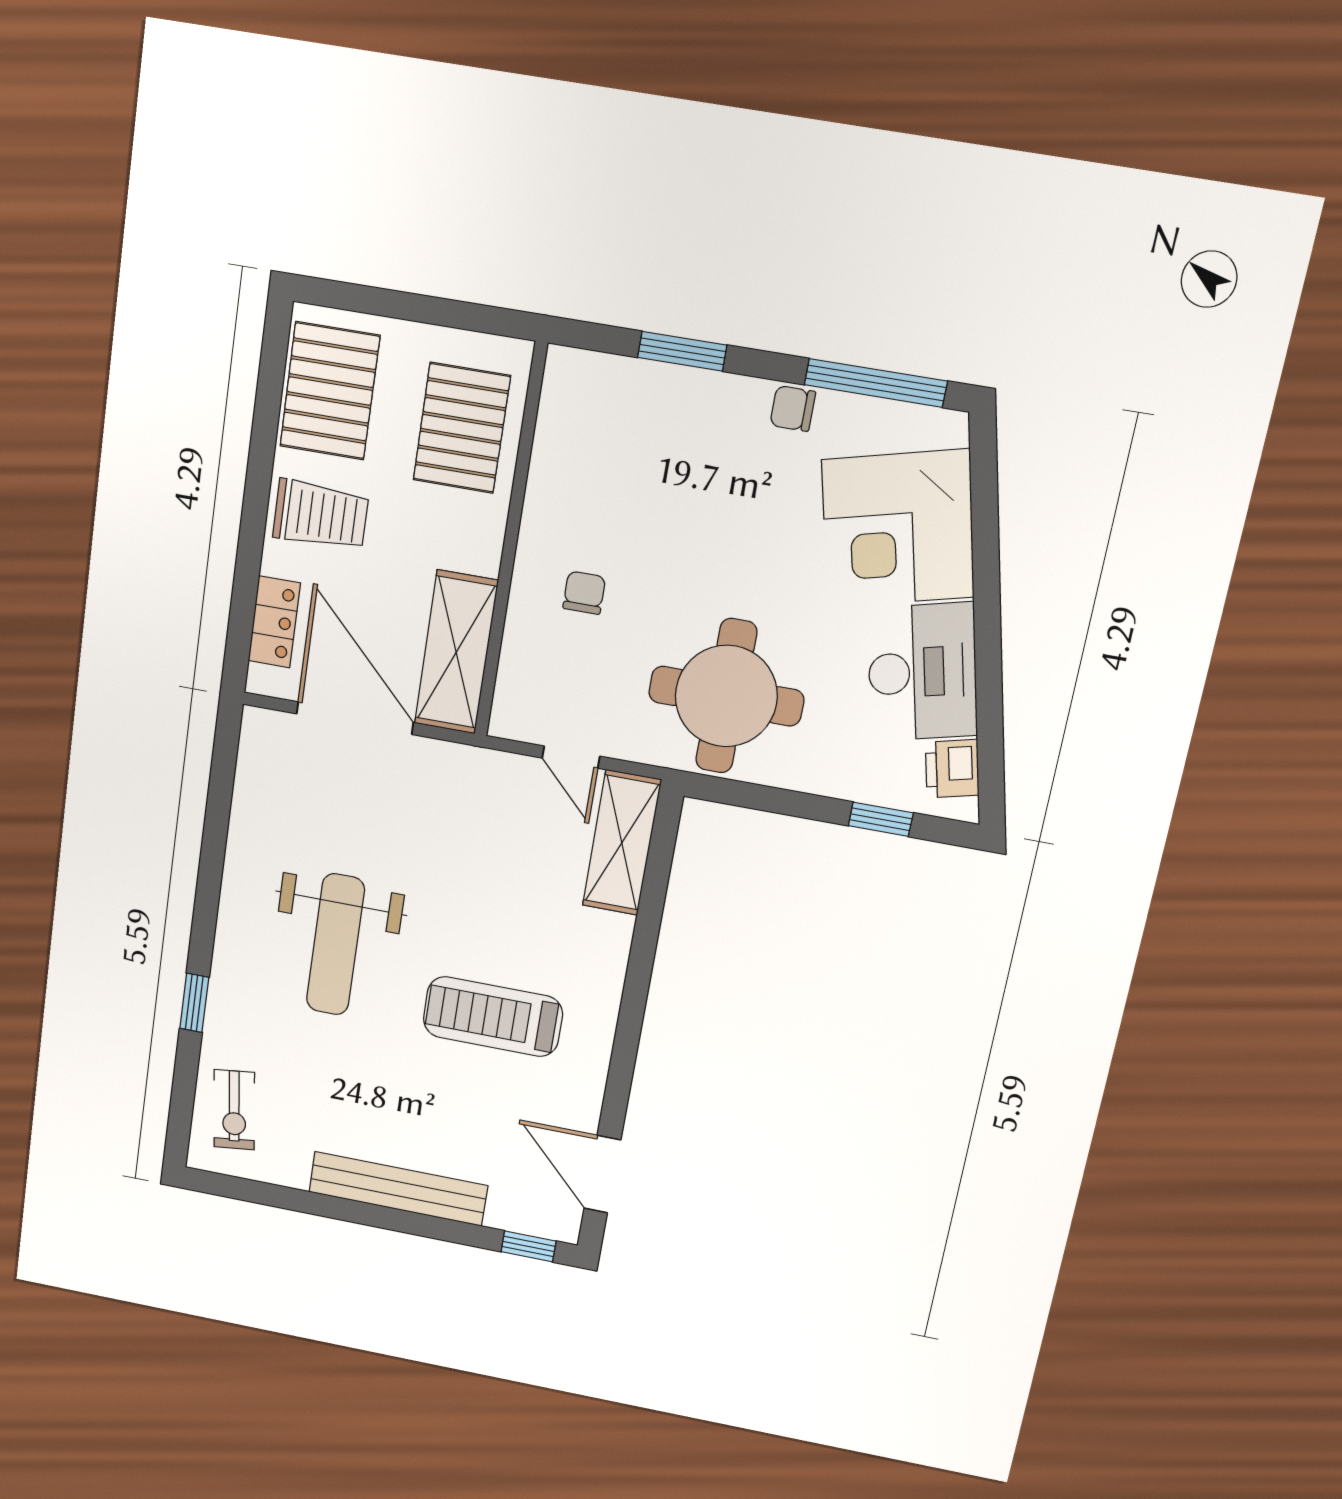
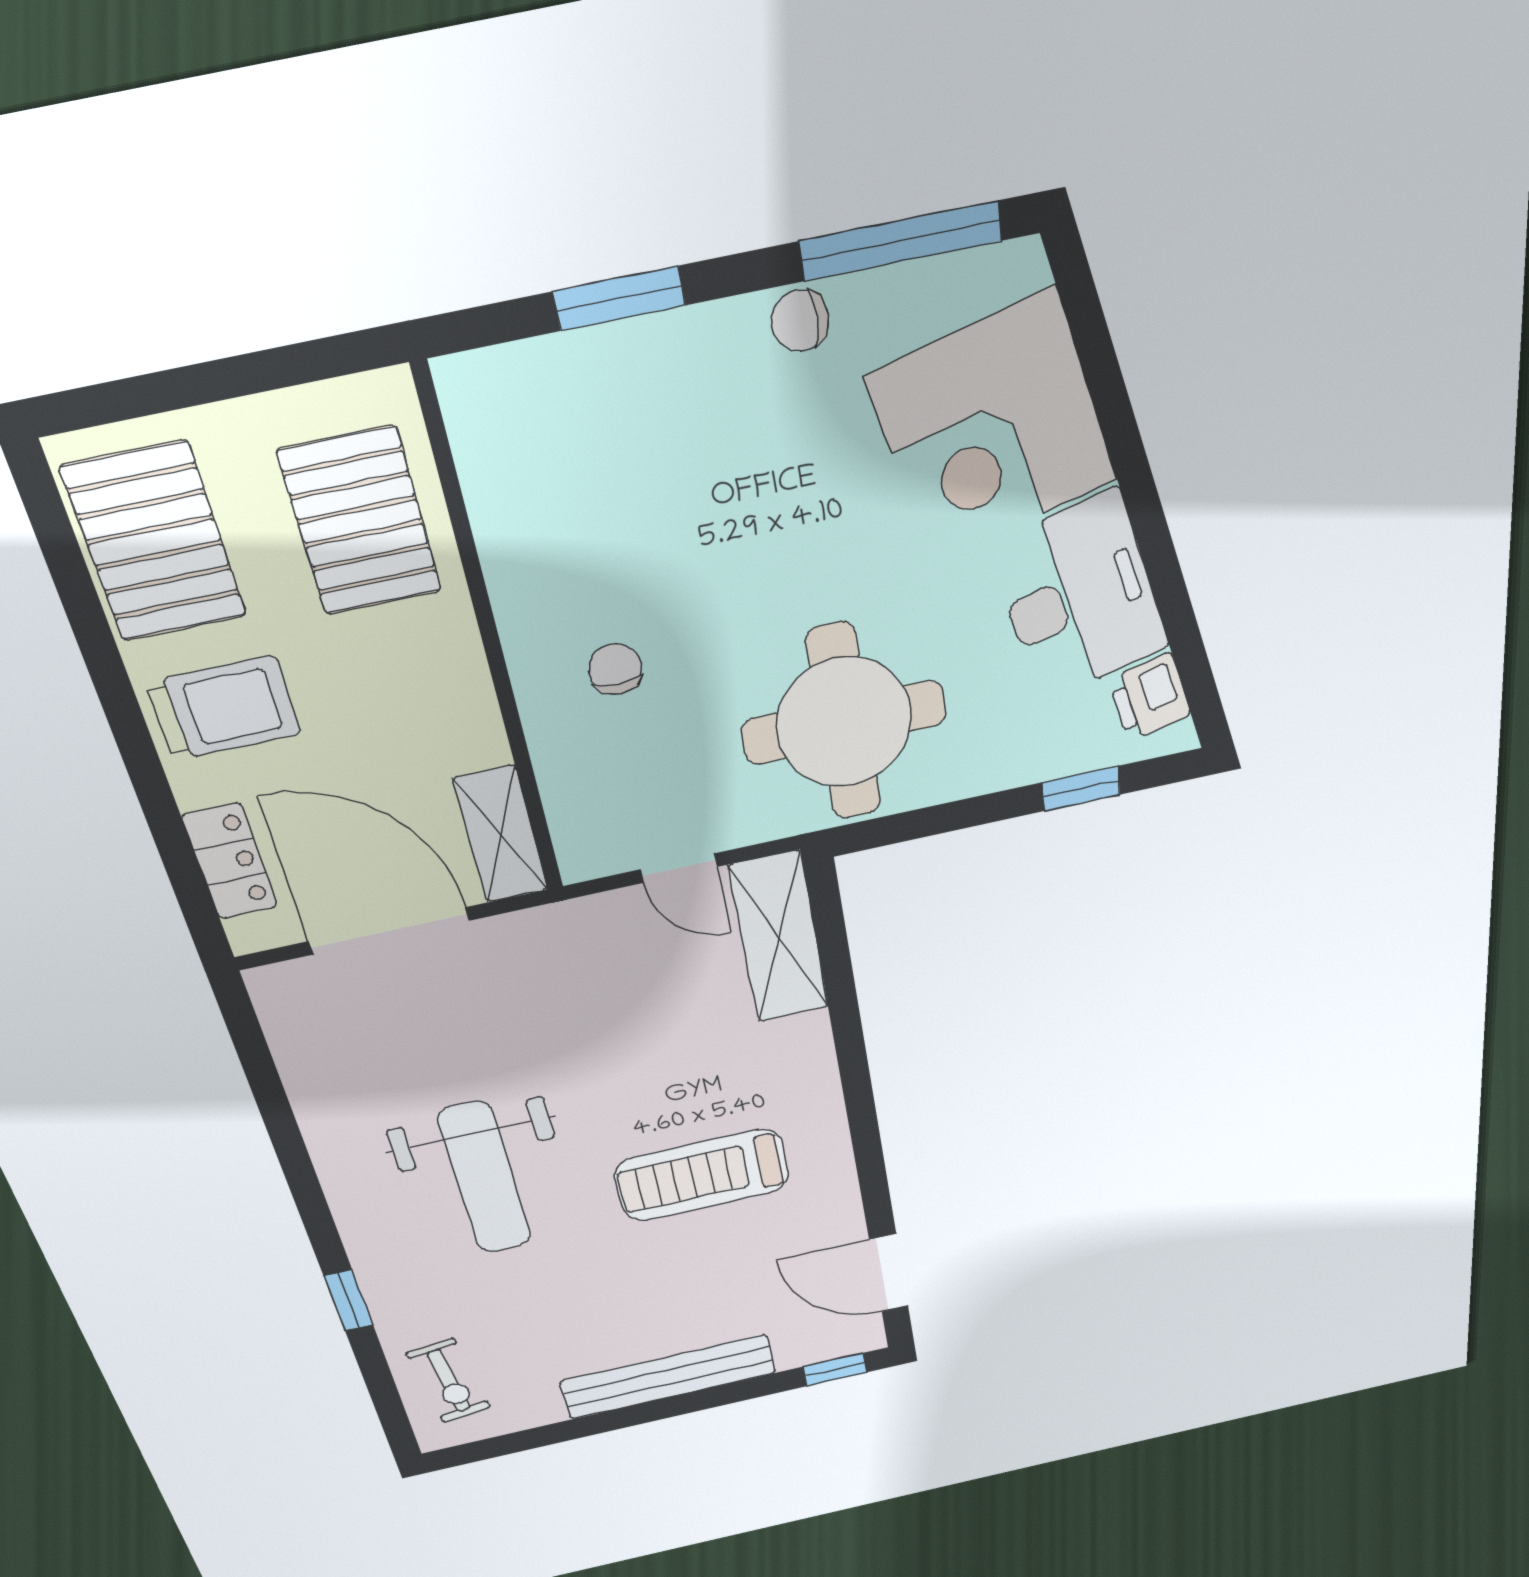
shelving: (456, 652) -> (501, 835), width x0.67, depth x0.75

